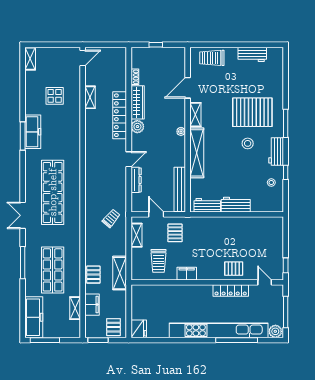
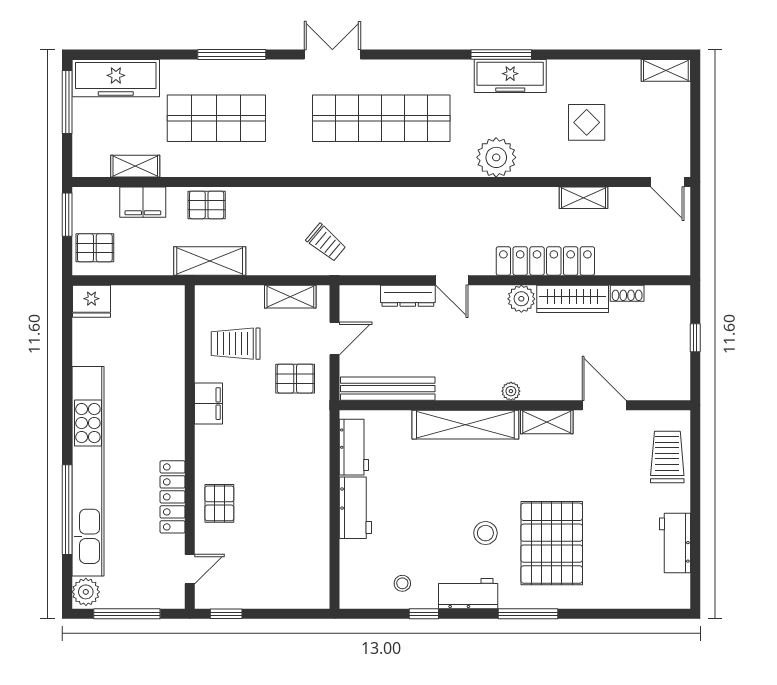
plant: (71, 138) -> (496, 157), added

